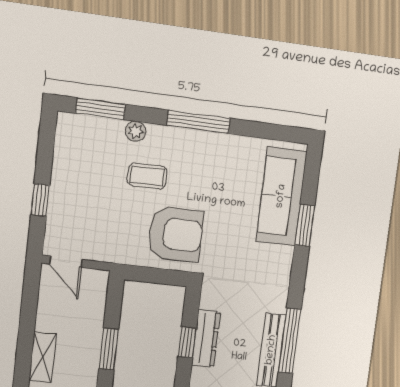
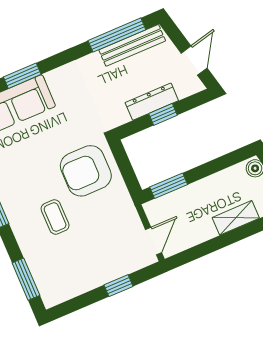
plant: (136, 131) -> (27, 244), removed
armchair: (175, 234) -> (86, 171), turned -90
window: (109, 349) -> (169, 186), moved

